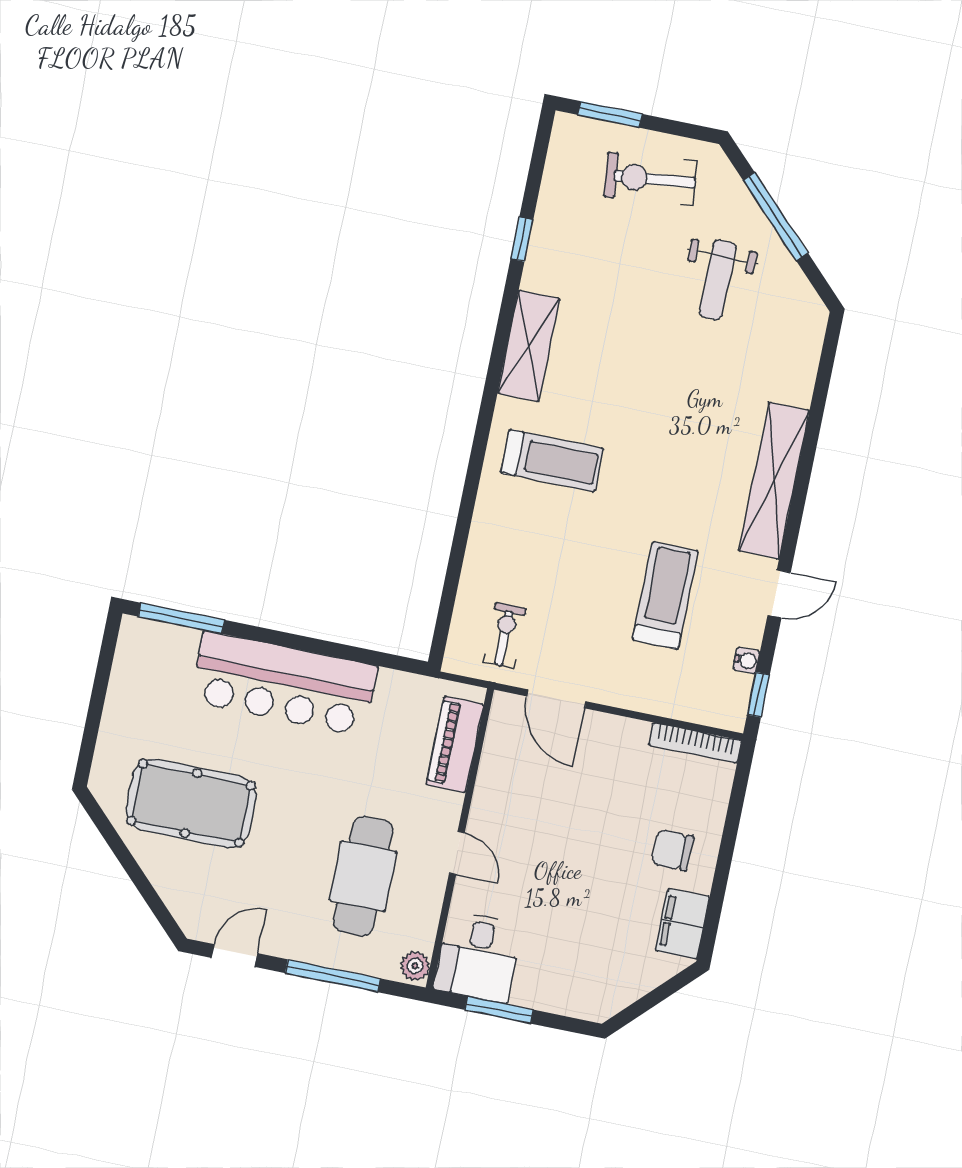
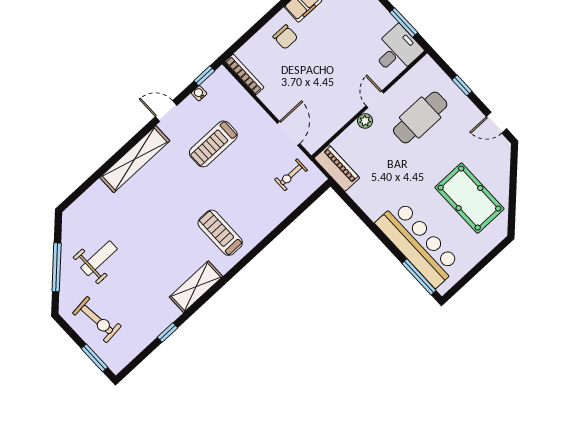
bar counter: (284, 684) -> (418, 244), moved
piano: (455, 744) -> (337, 168), moved, turned -90
plant: (415, 966) -> (365, 121), moved
window: (333, 976) -> (462, 85), width x0.46

